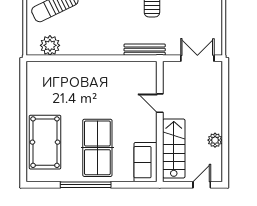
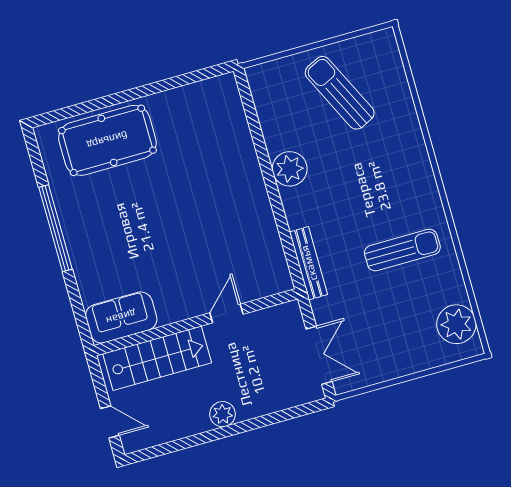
plant: (50, 45) -> (290, 169), moved
plant: (215, 140) -> (223, 414), moved
table tennis table: (97, 148) -> (122, 230), removed

